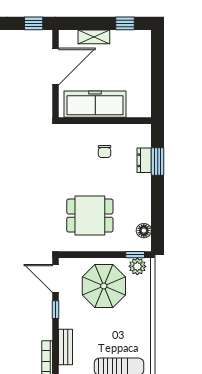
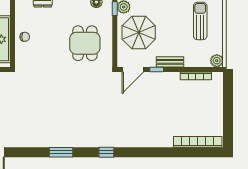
chair: (105, 151) -> (25, 37), moved
bench: (65, 347) -> (170, 62), moved

